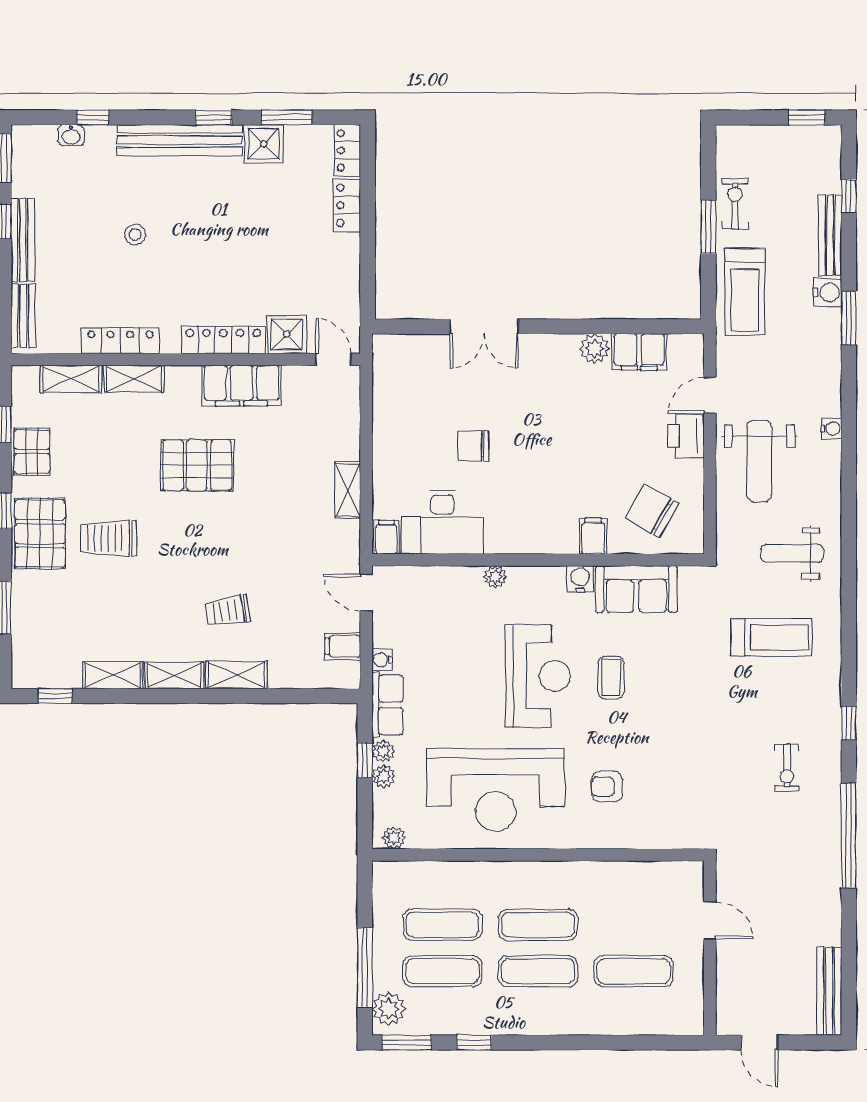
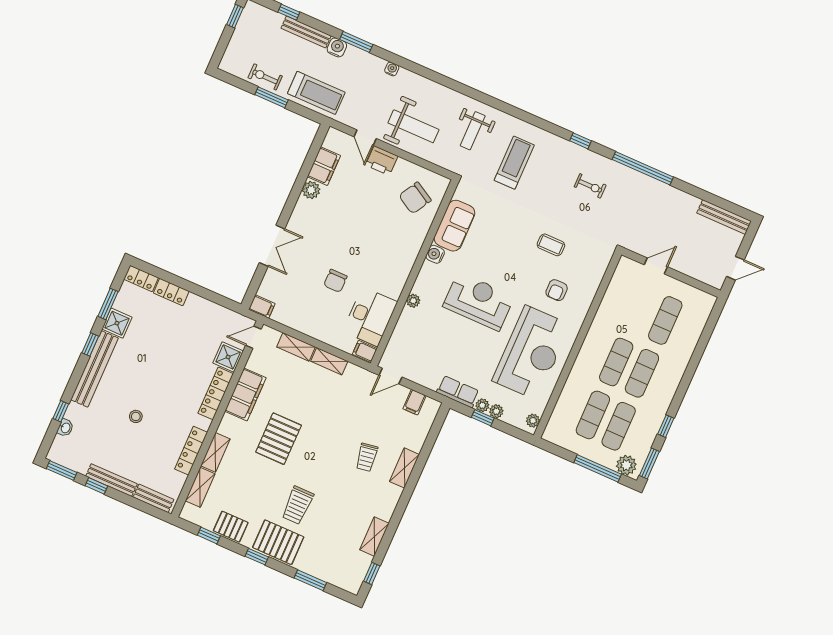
water cooler: (831, 429) -> (392, 69), moved
filing cabinet: (593, 536) -> (262, 307), moved, turned 180
water cooler: (382, 660) -> (432, 384), removed
shelving: (174, 676) -> (296, 347), moved, turned 90
coffee table: (611, 678) -> (551, 245), moved

